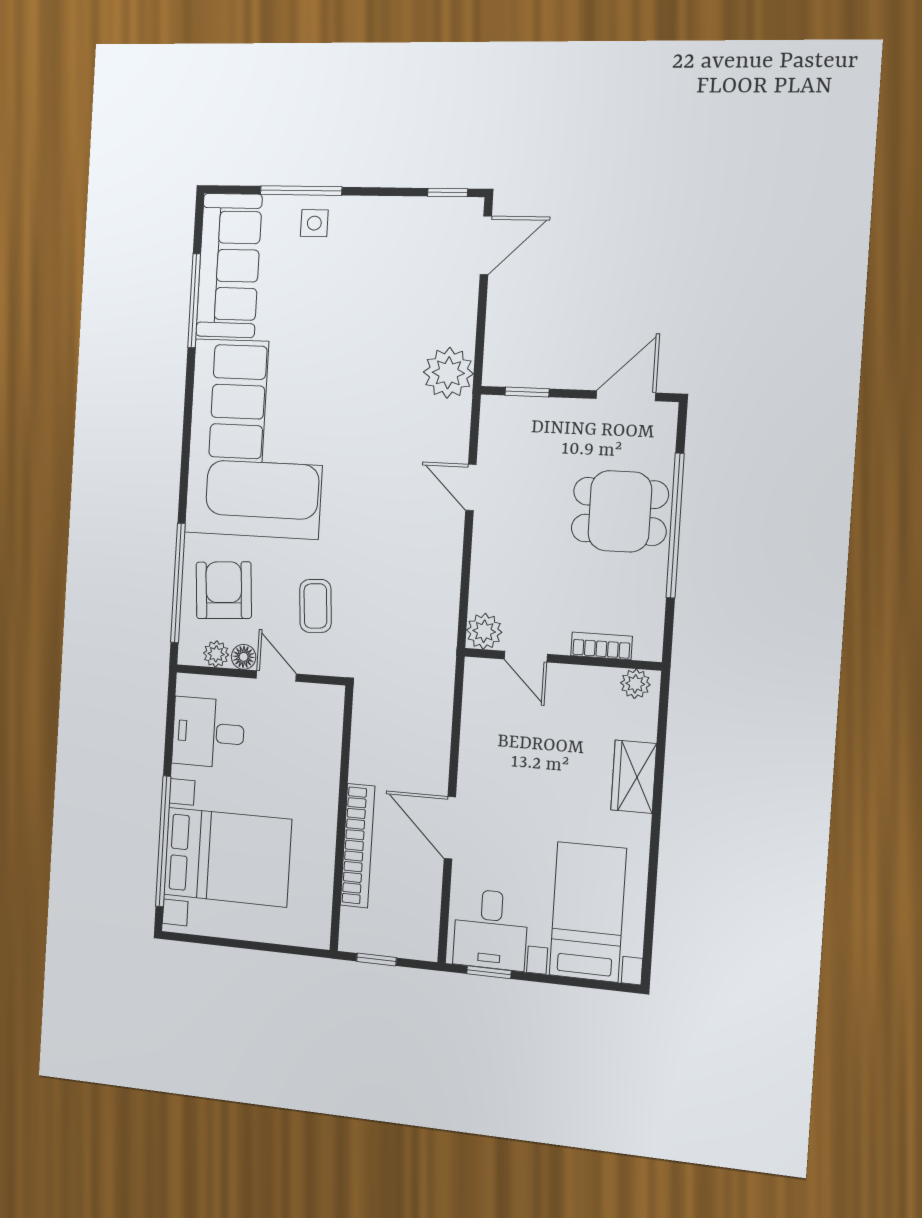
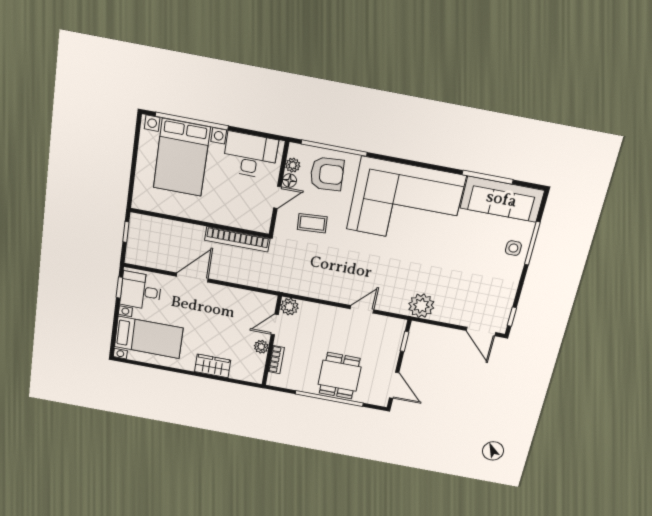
plant: (635, 684) -> (261, 347), moved
desk: (208, 732) -> (250, 155), width x1.37
bookcase: (358, 846) -> (237, 239), moved

